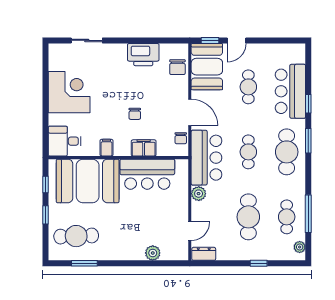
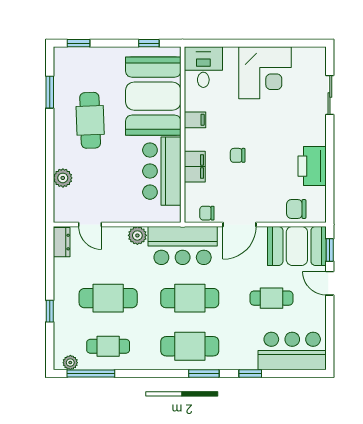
bar counter: (290, 91) -> (292, 351), moved
cafe table: (248, 152) -> (190, 298), width x1.37, depth x1.35
window: (308, 214) -> (91, 374), moved
window: (45, 215) -> (79, 43), moved
cafe table: (76, 236) -> (90, 120), moved

